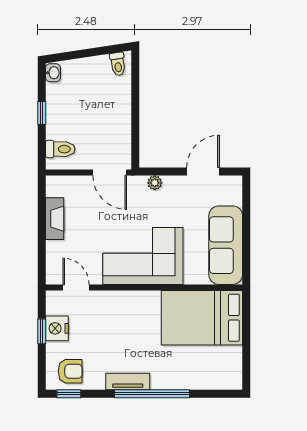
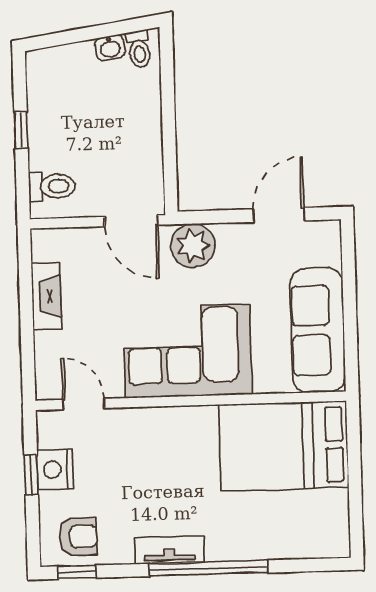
washbasin: (53, 73) -> (110, 48), moved, turned 81
plant: (155, 183) -> (193, 246), width x1.87, depth x1.87

